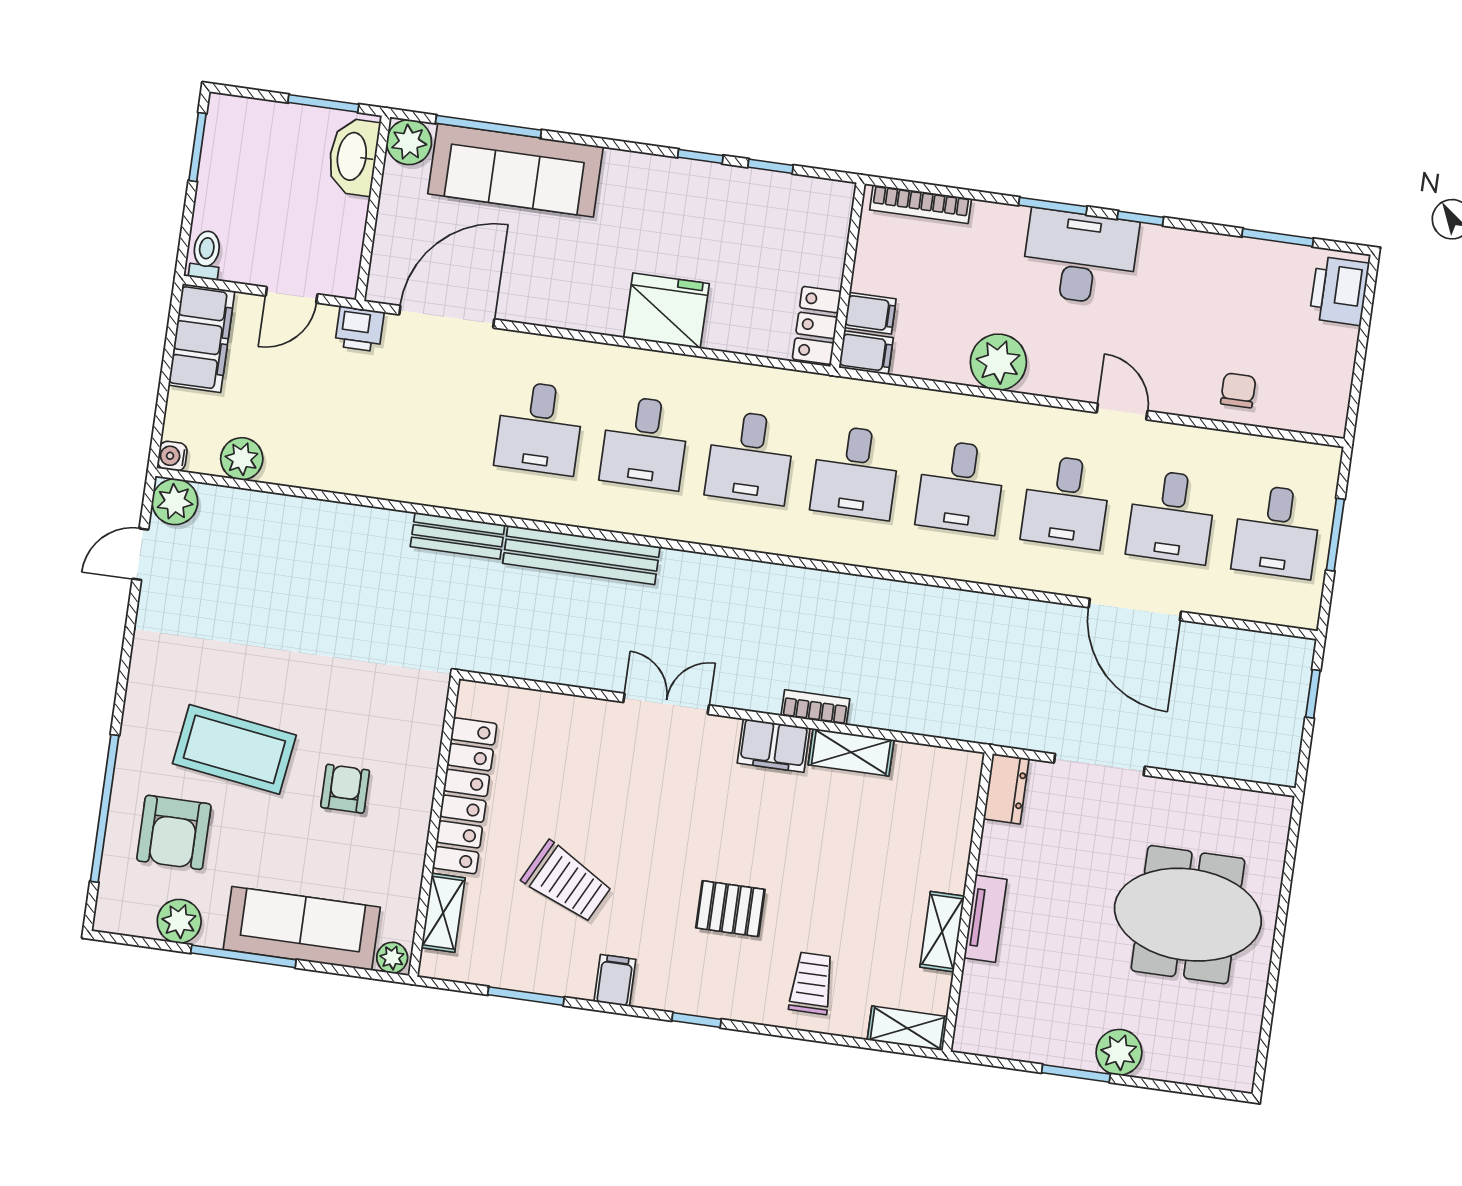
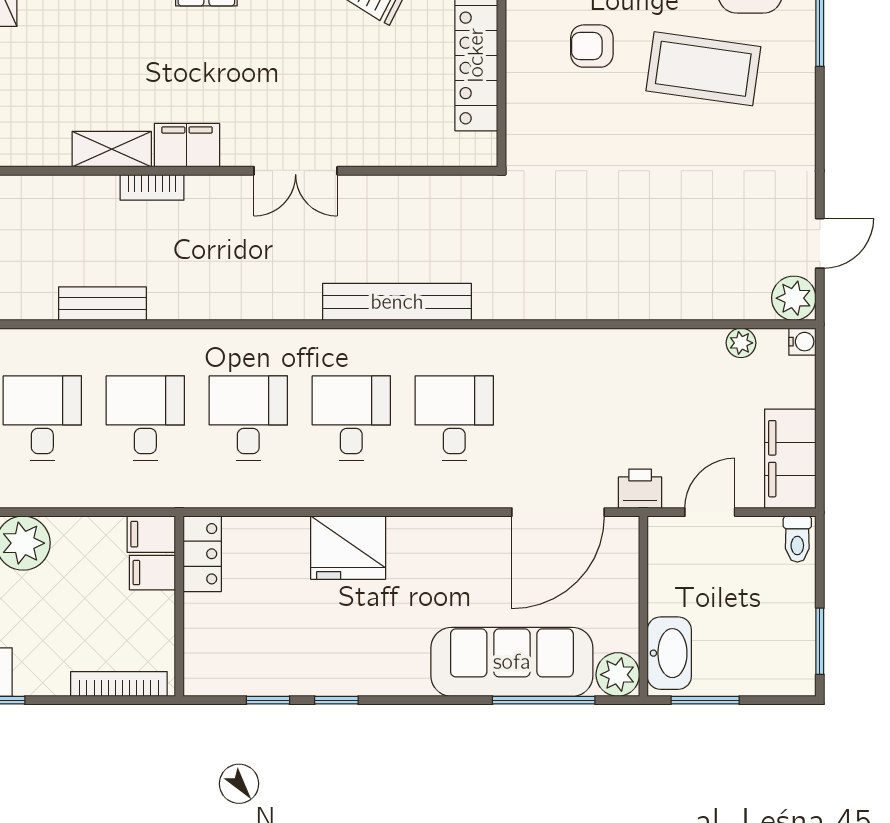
plant: (242, 459) -> (741, 343), width x0.73, depth x0.73
bench: (458, 536) -> (102, 304), moved
armchair: (345, 789) -> (592, 46), turned 90

